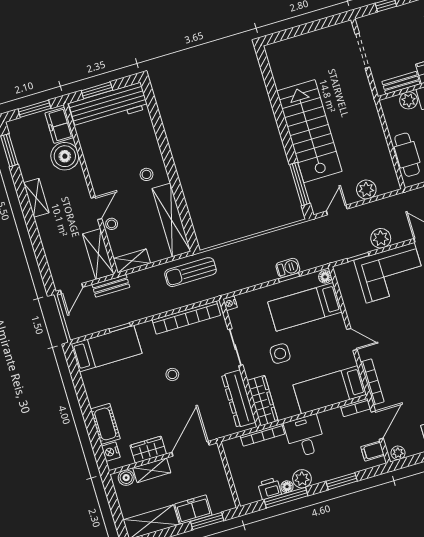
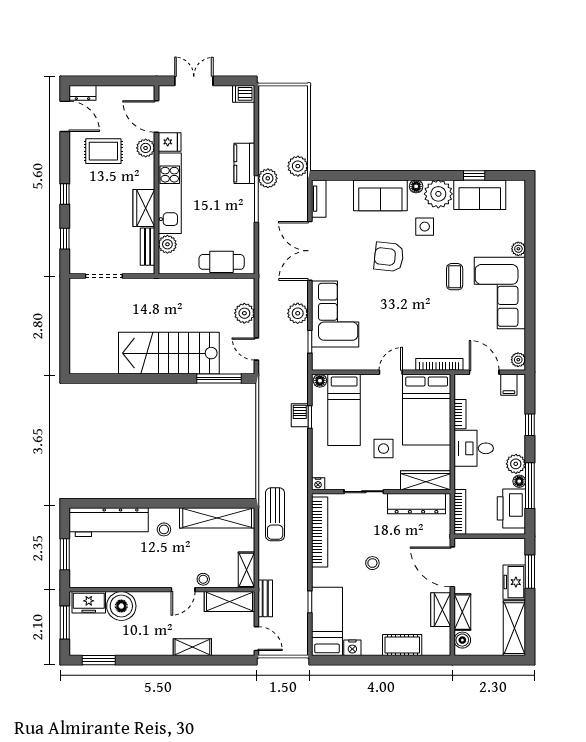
workbench: (108, 106) -> (109, 522), moved, turned 90
shelving: (36, 198) -> (192, 647), moved
door: (97, 208) -> (183, 590), swing flipped
bed: (330, 390) -> (427, 410), width x1.50
bookcase: (356, 407) -> (460, 414), moved
bookcase: (262, 435) -> (460, 512), moved
nightstand: (111, 452) -> (352, 648), moved
window: (342, 481) -> (530, 425), width x0.67
printer: (270, 489) -> (511, 508), width x1.87, depth x1.48

